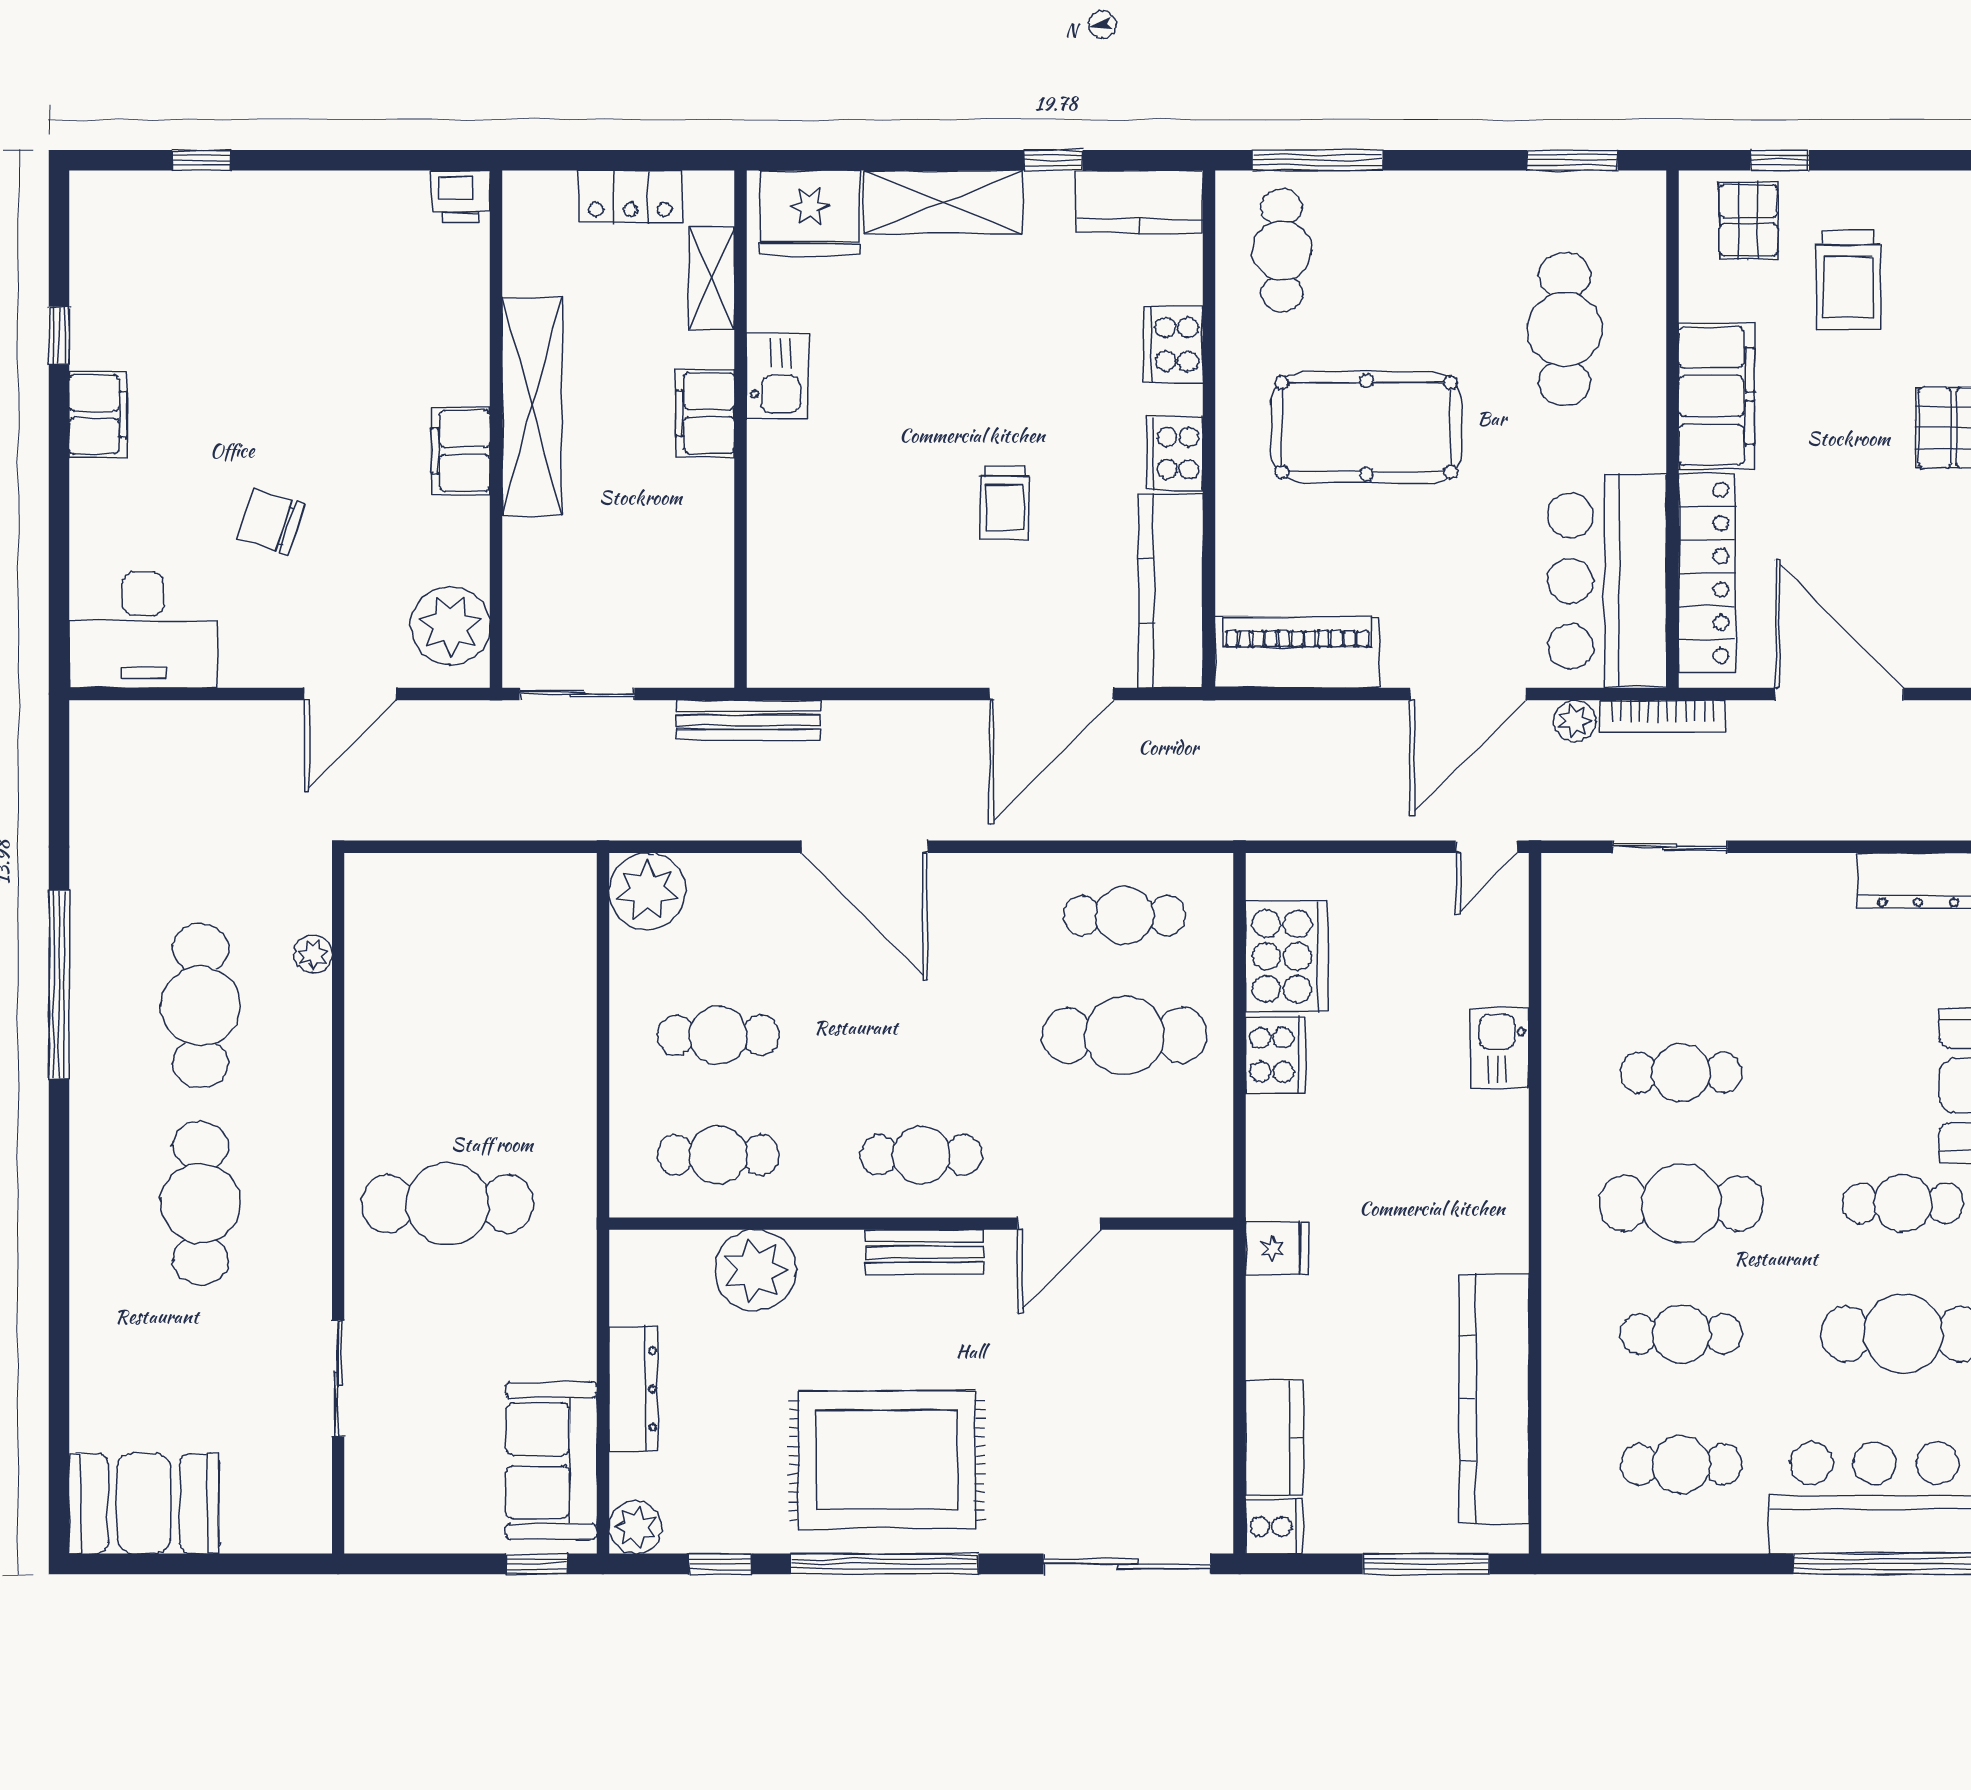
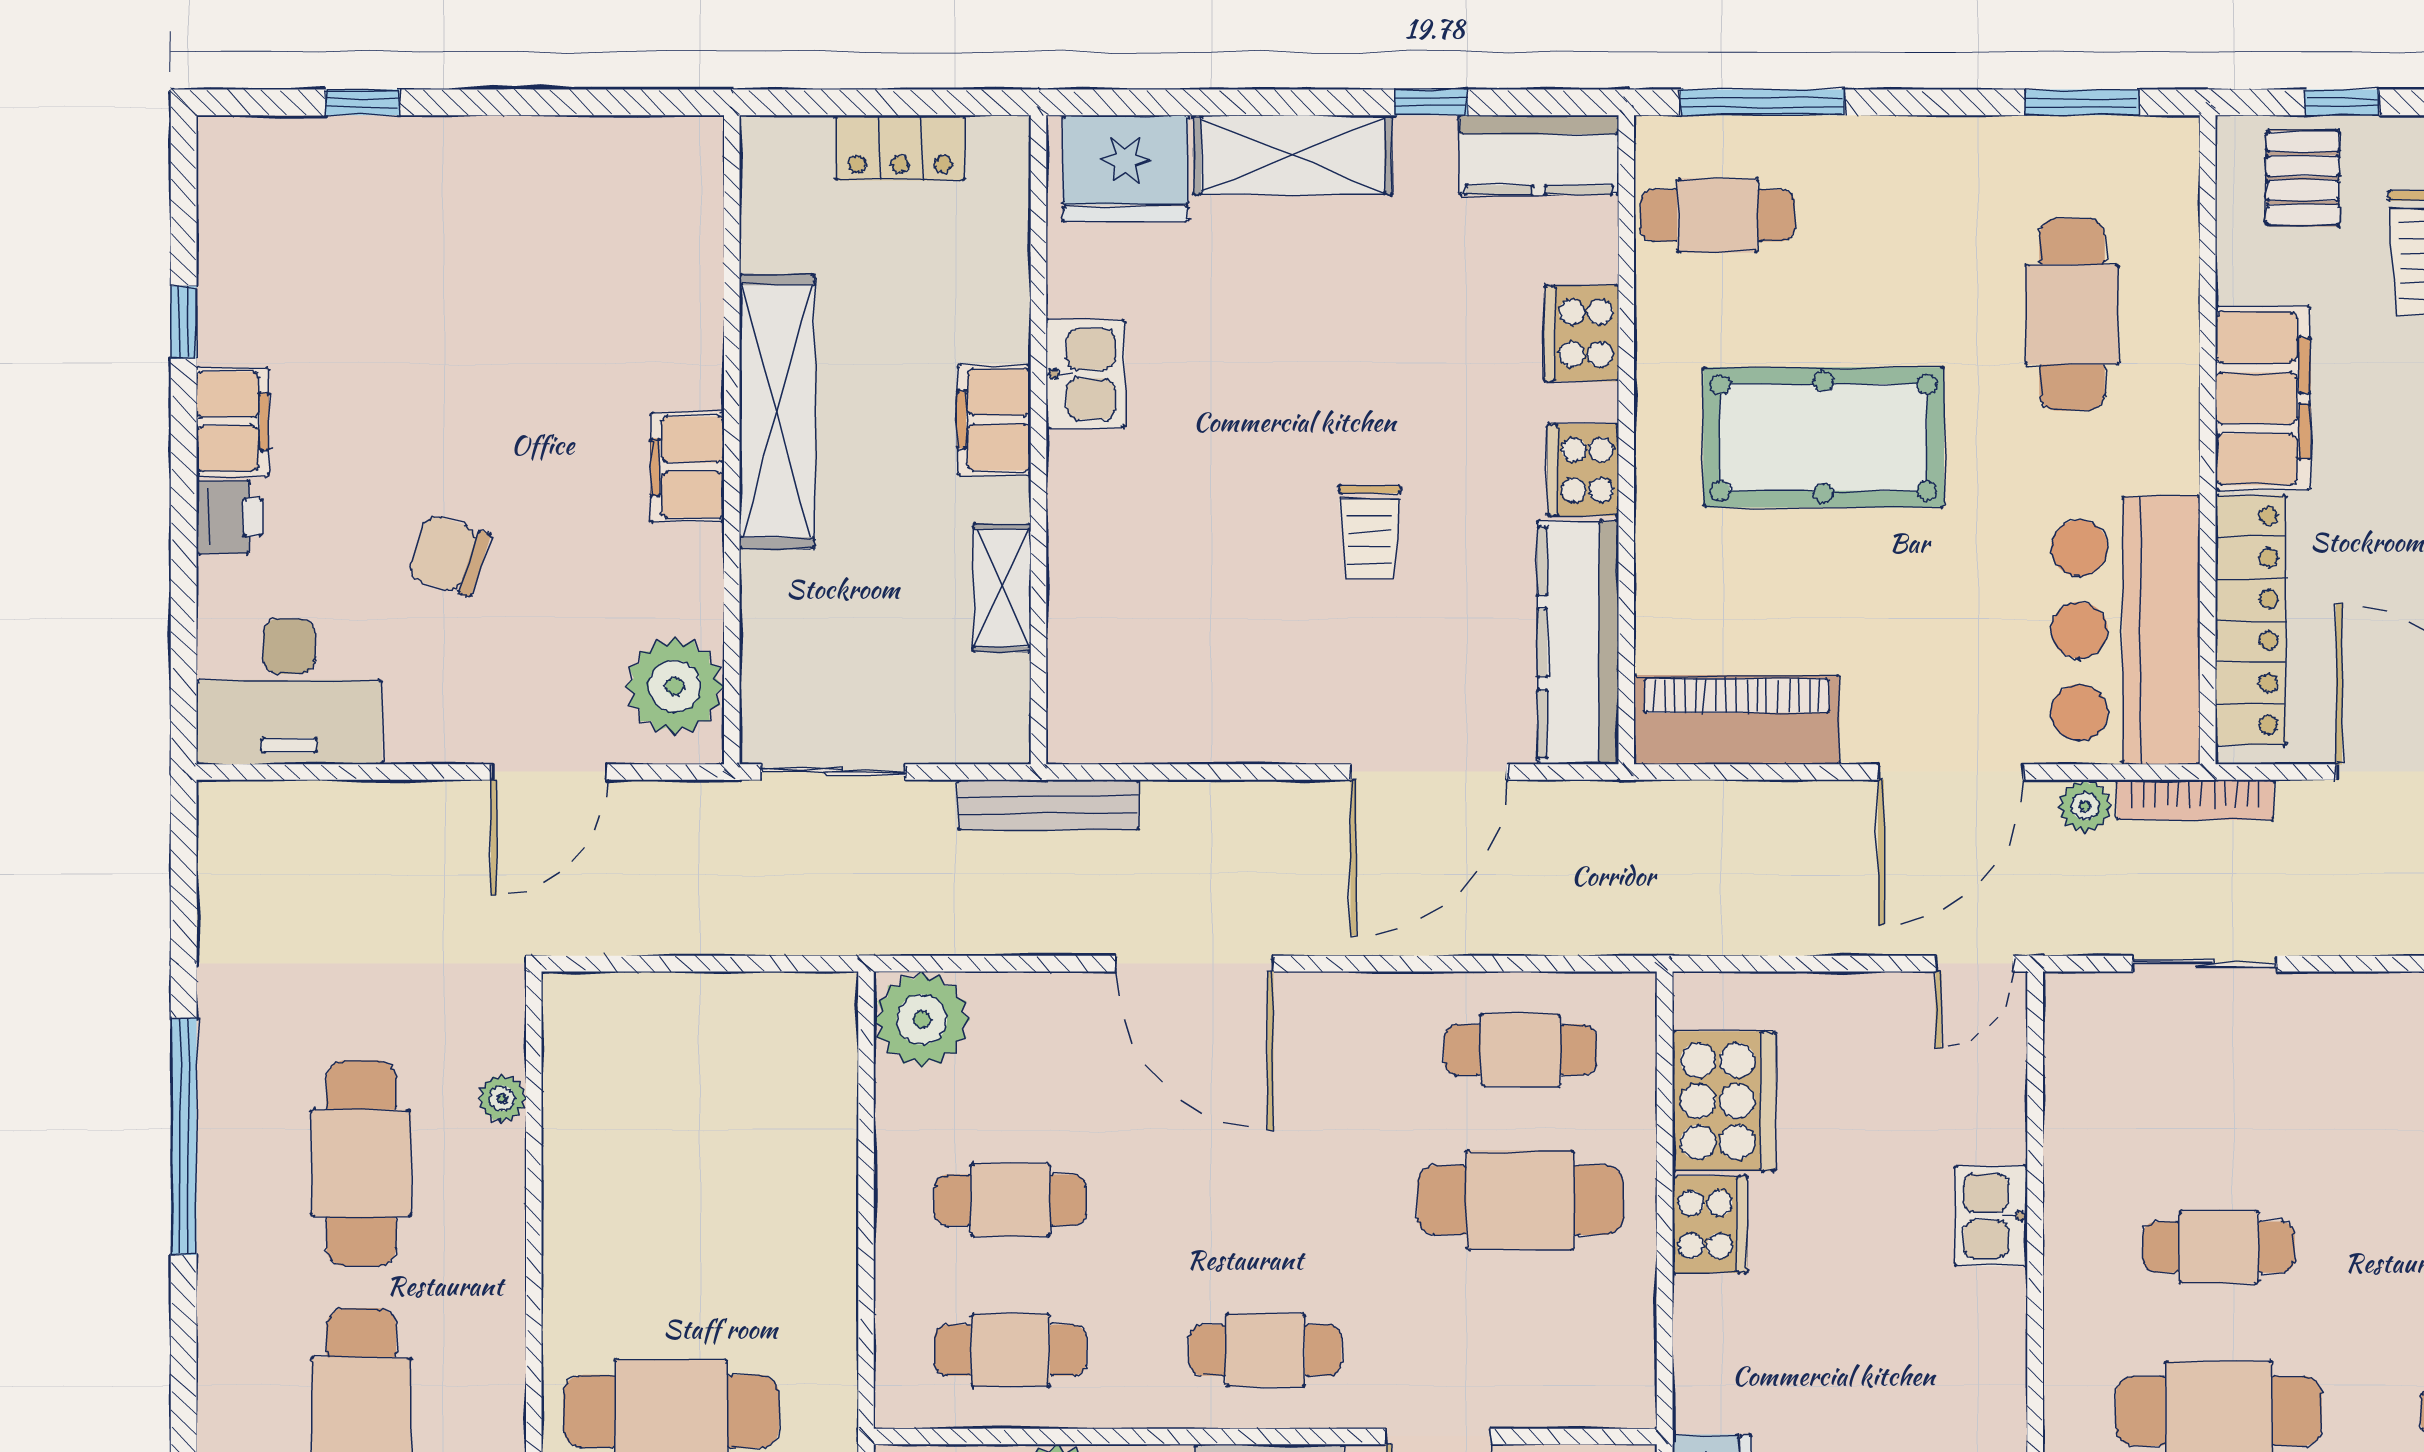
printer: (461, 197) -> (230, 517), moved, turned -90
cafe table: (1282, 250) -> (1717, 215), turned 90
shelving: (711, 278) -> (1002, 588), moved

